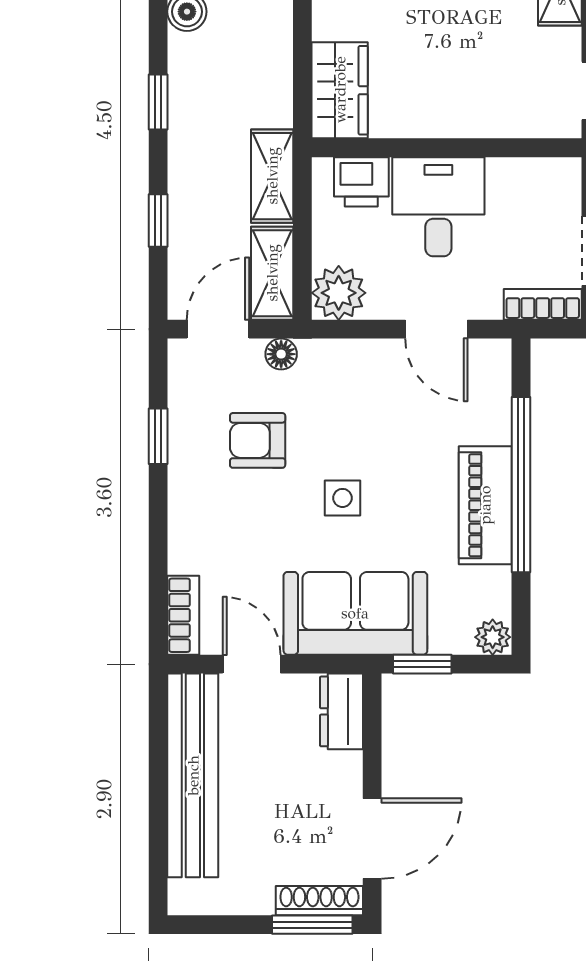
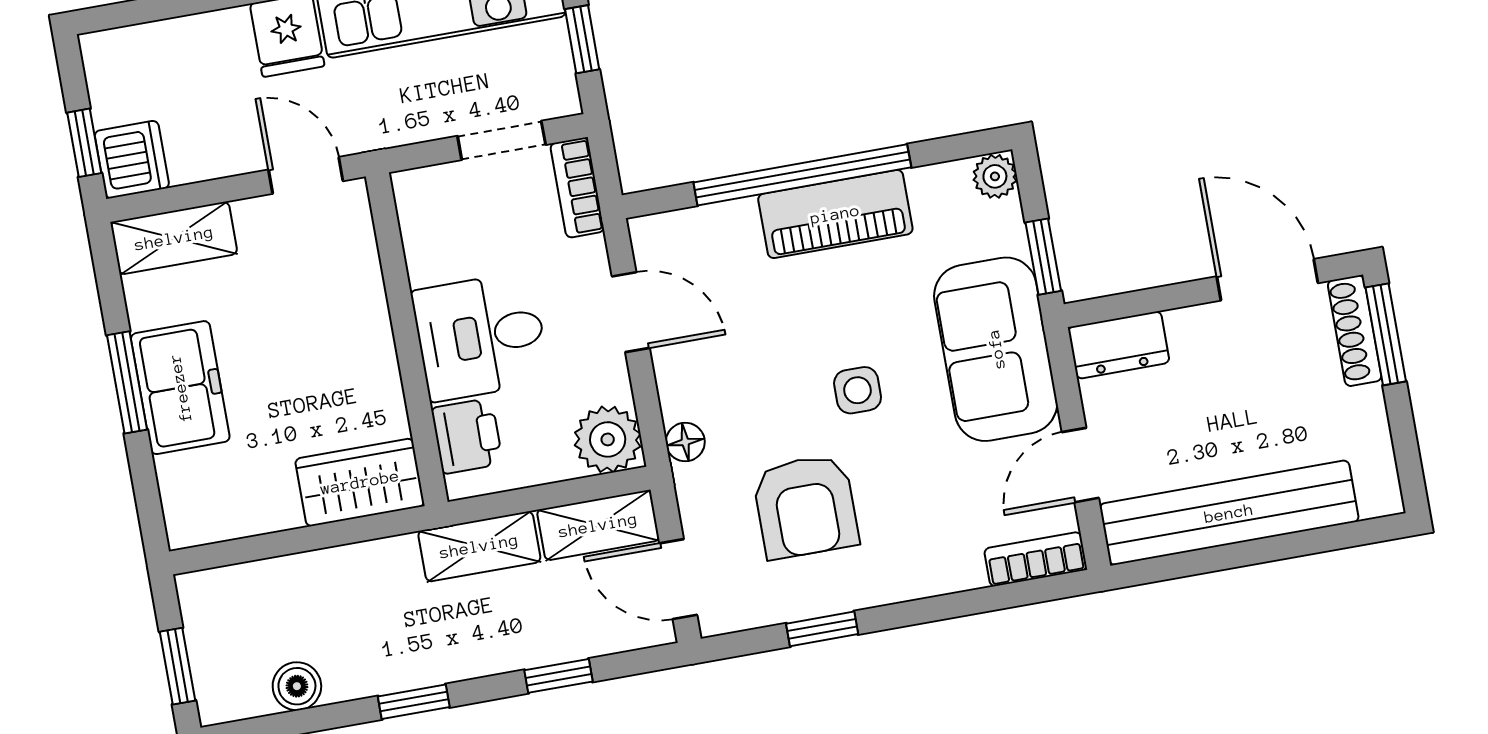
door: (436, 329) -> (631, 312), hinge flipped
floor lamp: (281, 354) -> (685, 442), moved
armchair: (258, 440) -> (806, 506), width x1.38, depth x1.38

